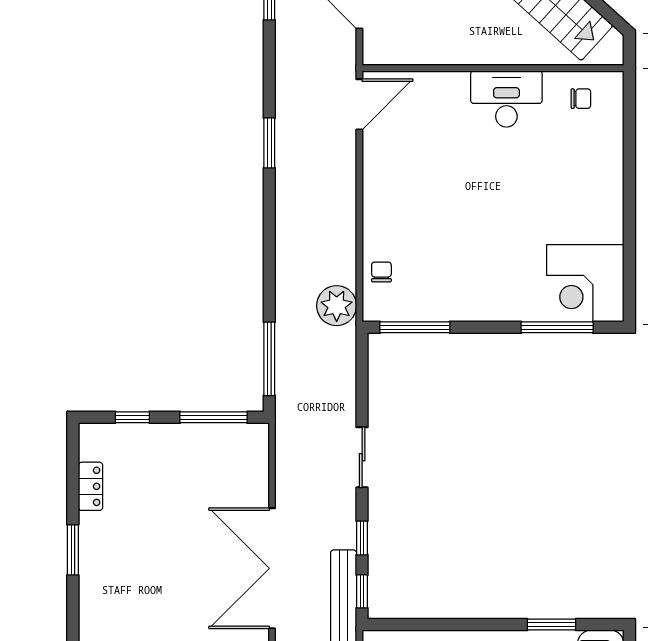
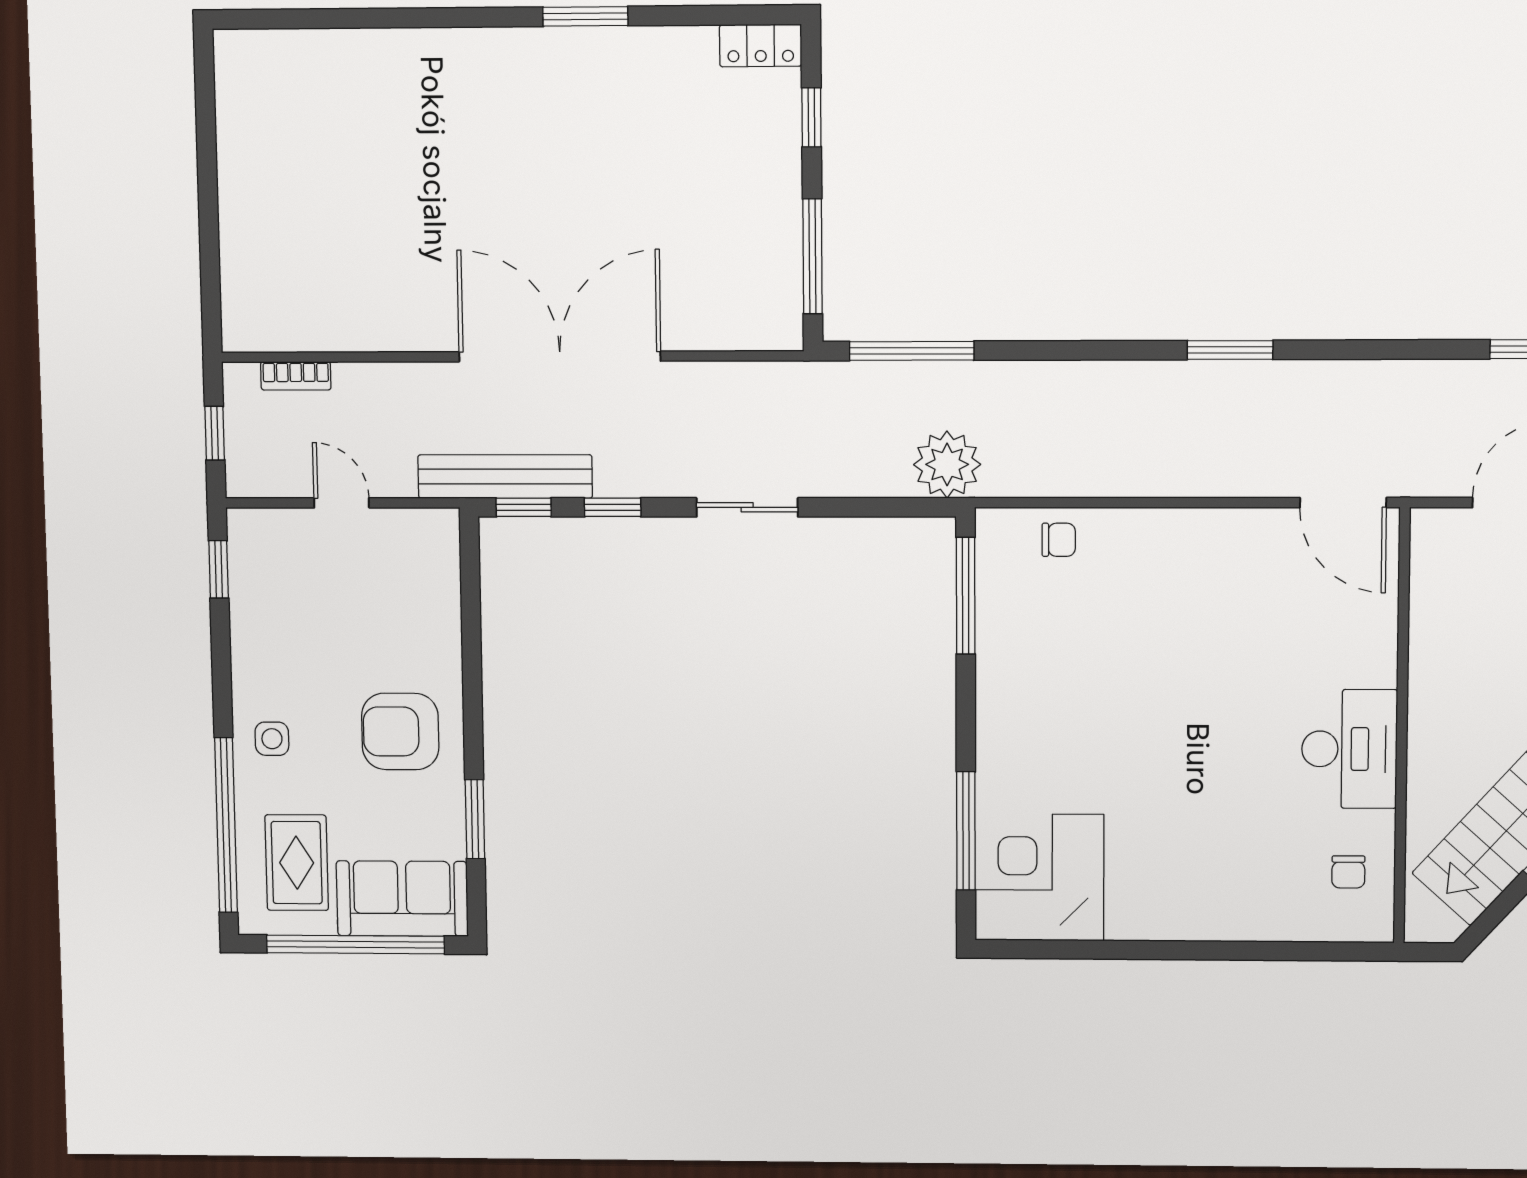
window: (269, 143) -> (1230, 350), moved
plant: (337, 306) -> (947, 464), moved
locker: (91, 486) -> (761, 45), moved

